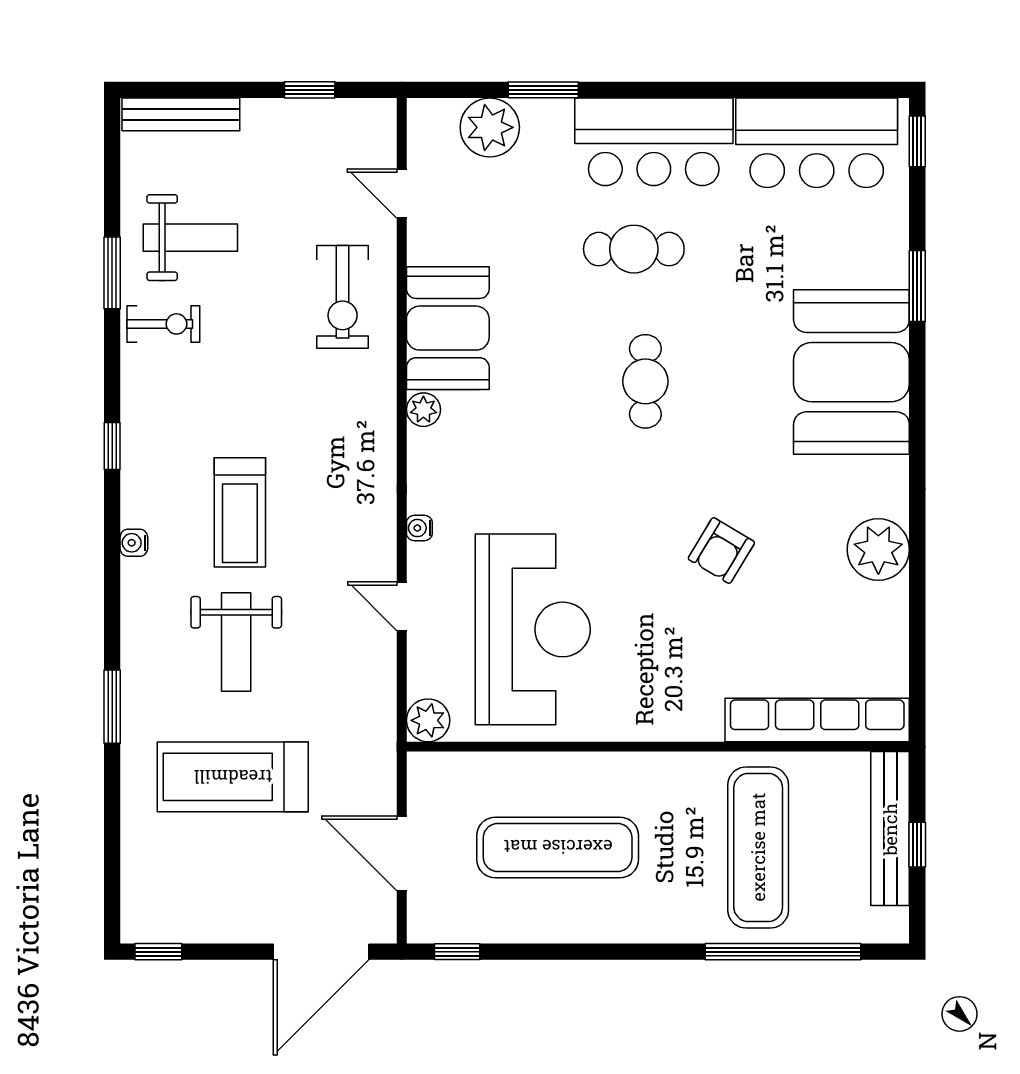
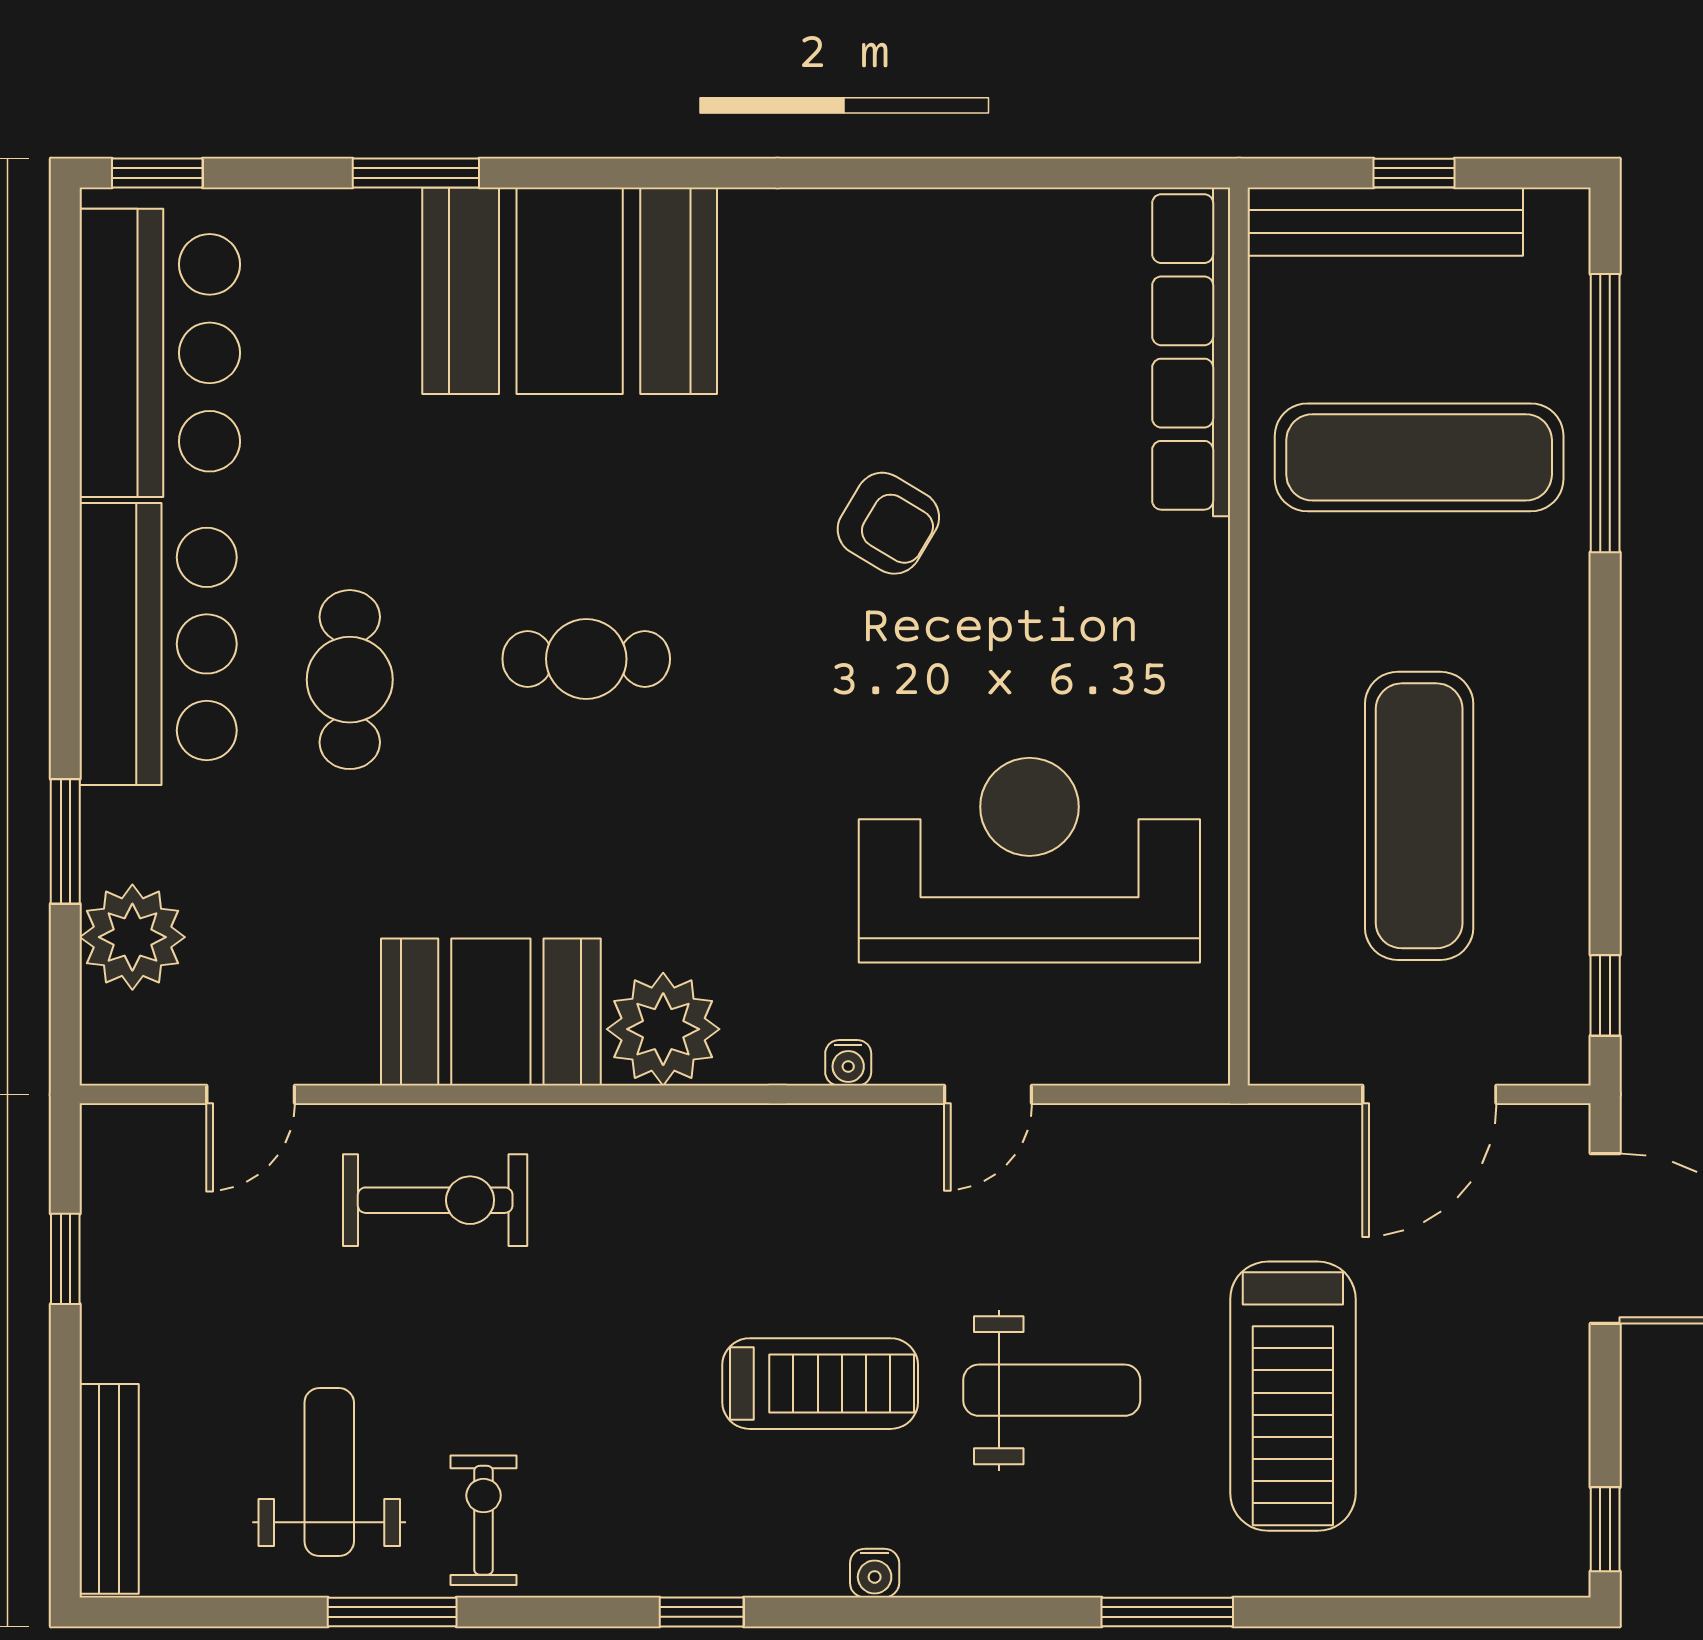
plant: (423, 410) -> (663, 1029), width x1.88, depth x1.88
plant: (878, 550) -> (887, 243), removed
plant: (428, 720) -> (1192, 1047), removed

